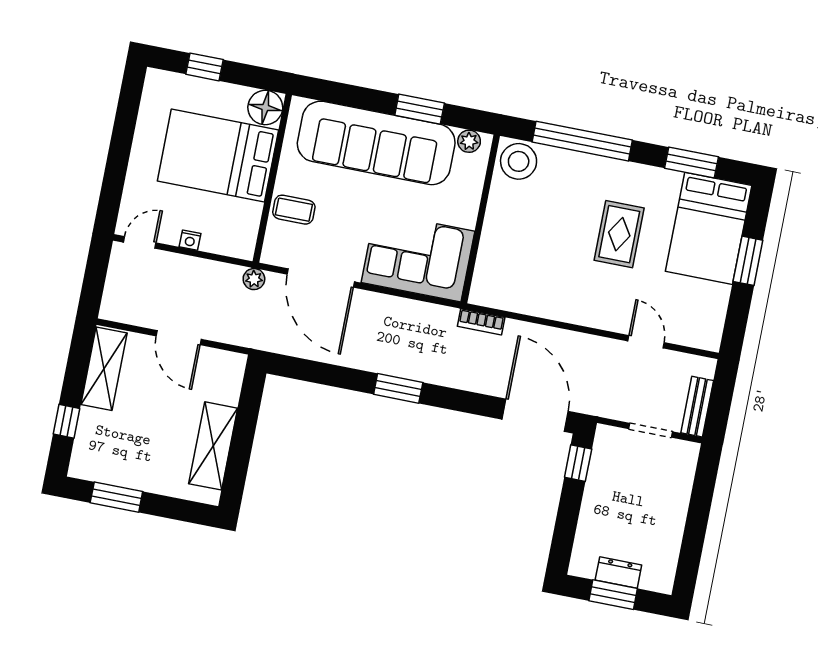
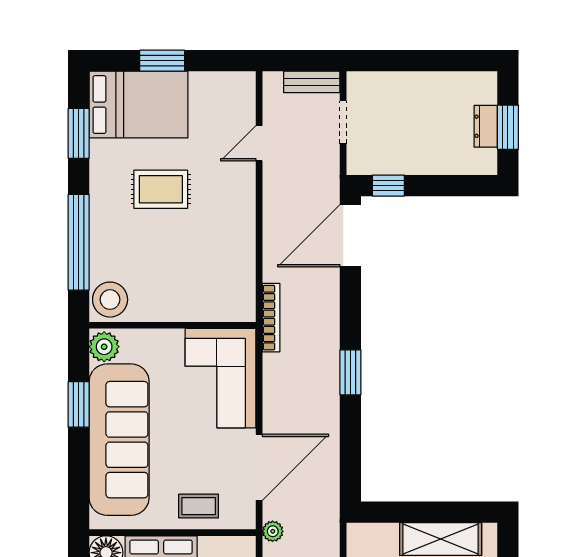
plant: (469, 141) -> (104, 347), width x1.38, depth x1.38
coffee table: (294, 210) -> (199, 506), turned 90
bookcase: (481, 322) -> (271, 318), width x1.56

